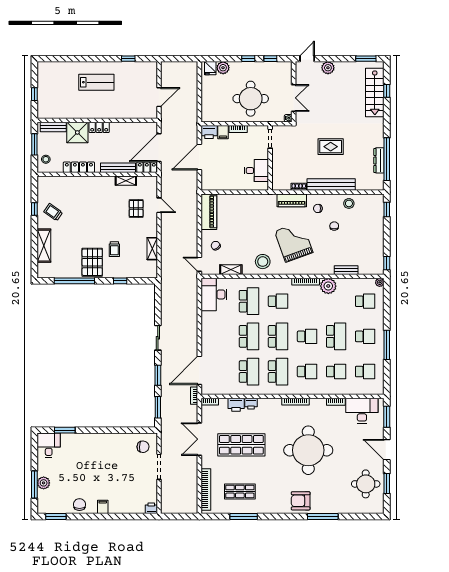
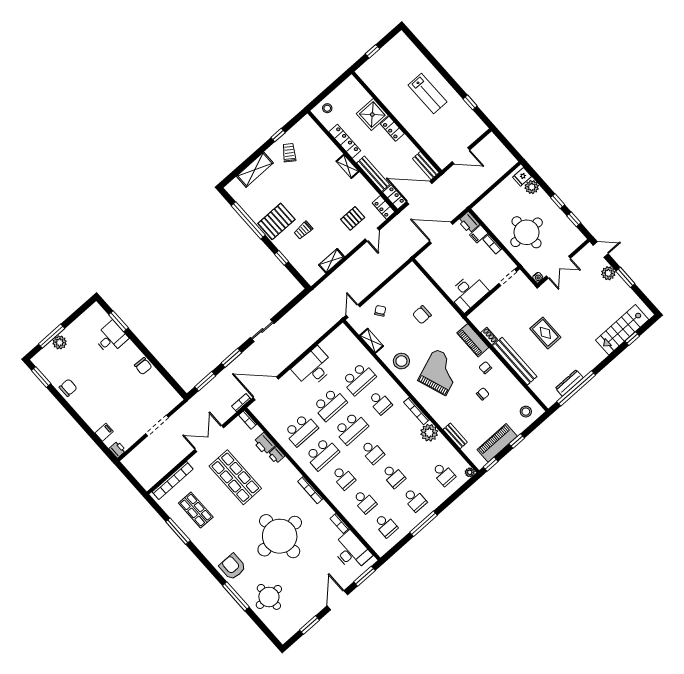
window: (366, 59) -> (625, 277), moved
bench: (53, 127) -> (426, 166), moved
window: (34, 144) -> (331, 88), removed
desk: (256, 171) -> (468, 292), width x1.37
shelving: (126, 181) -> (348, 166), moved
locker: (147, 181) -> (383, 207), added
stool: (349, 203) -> (526, 412), moved
window: (387, 209) -> (517, 441), moved
piano: (209, 212) -> (497, 443), moved, turned 180
chair: (244, 220) -> (422, 315), added
desk: (214, 294) -> (313, 368), moved
school desk: (336, 336) -> (393, 476), width x0.54
desk: (49, 445) -> (111, 338), moved
chair: (143, 447) -> (143, 366), moved
round table: (366, 484) -> (269, 597), moved
filing cabinet: (103, 507) -> (104, 432), moved

